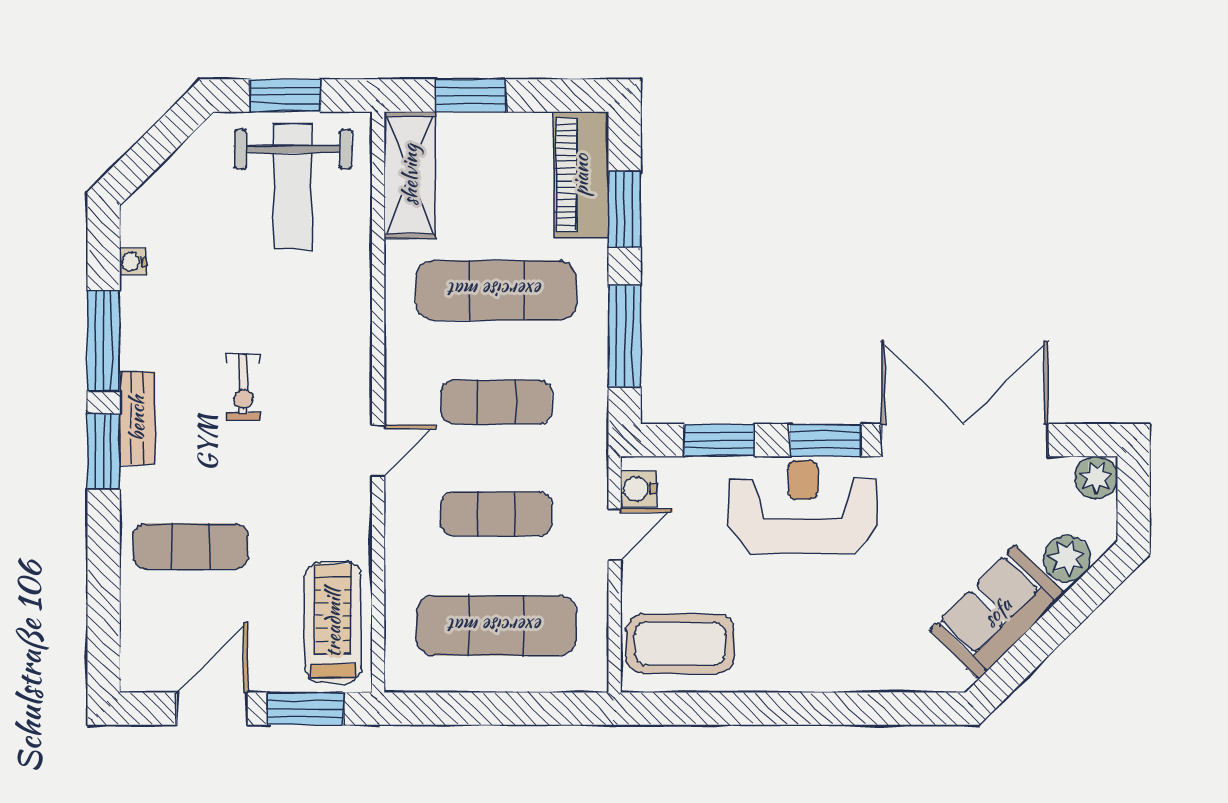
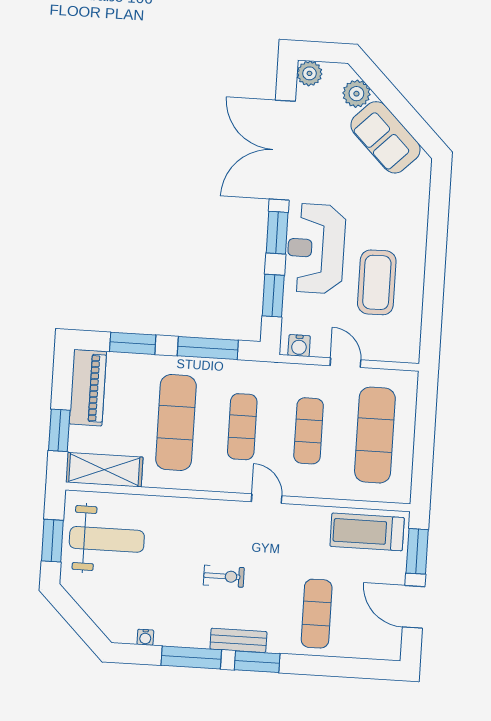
piano: (581, 175) -> (88, 388), moved, turned -90
door: (615, 535) -> (345, 363), moved
coffee table: (680, 644) -> (377, 282), moved

